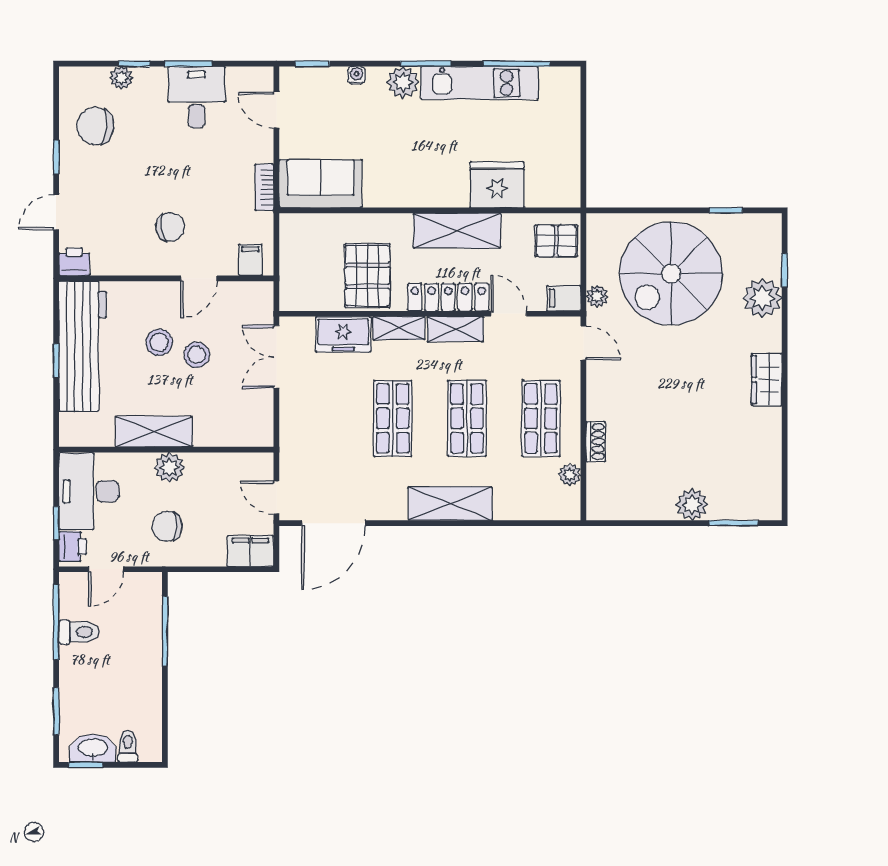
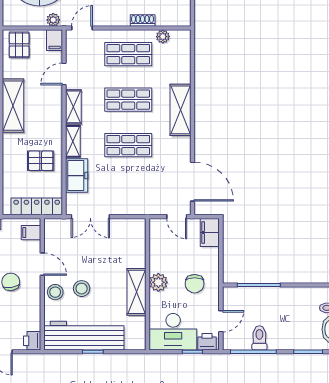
pallet: (367, 276) -> (41, 161), width x0.67, depth x0.71
locker: (448, 297) -> (37, 206), moved, turned 90
stool: (197, 355) -> (55, 292), moved
door: (276, 498) -> (177, 217), hinge flipped
door: (106, 569) -> (221, 321), hinge flipped

